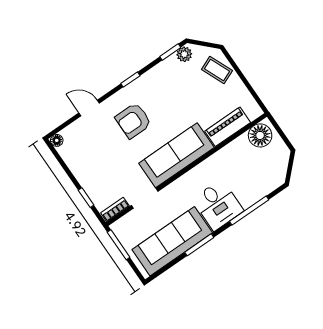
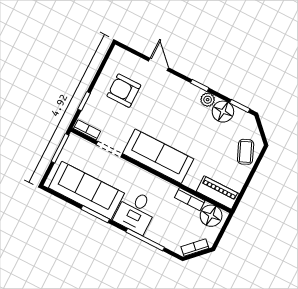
plant: (184, 54) -> (208, 100), moved
armchair: (133, 121) -> (124, 91), moved
piano: (228, 127) -> (218, 193), moved
floor lamp: (57, 140) -> (223, 112), moved, width x1.89, depth x1.89
bookcase: (233, 147) -> (190, 199), added
bookcase: (282, 167) -> (195, 247), added

